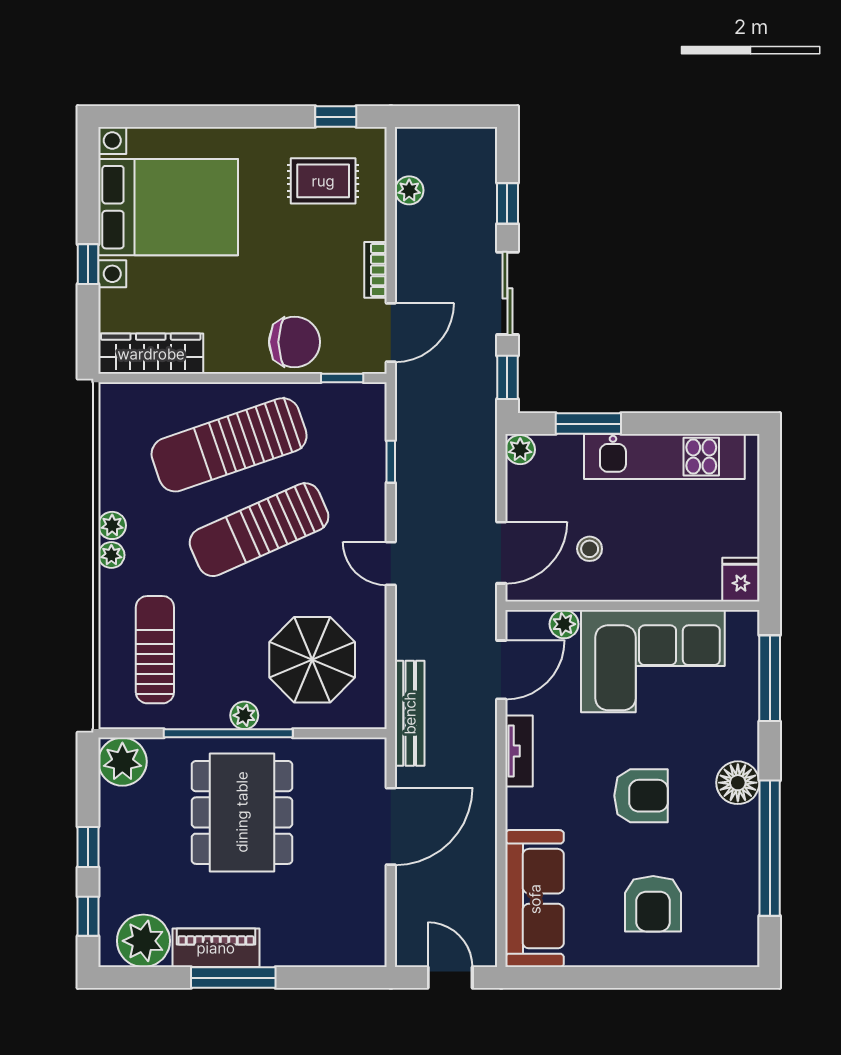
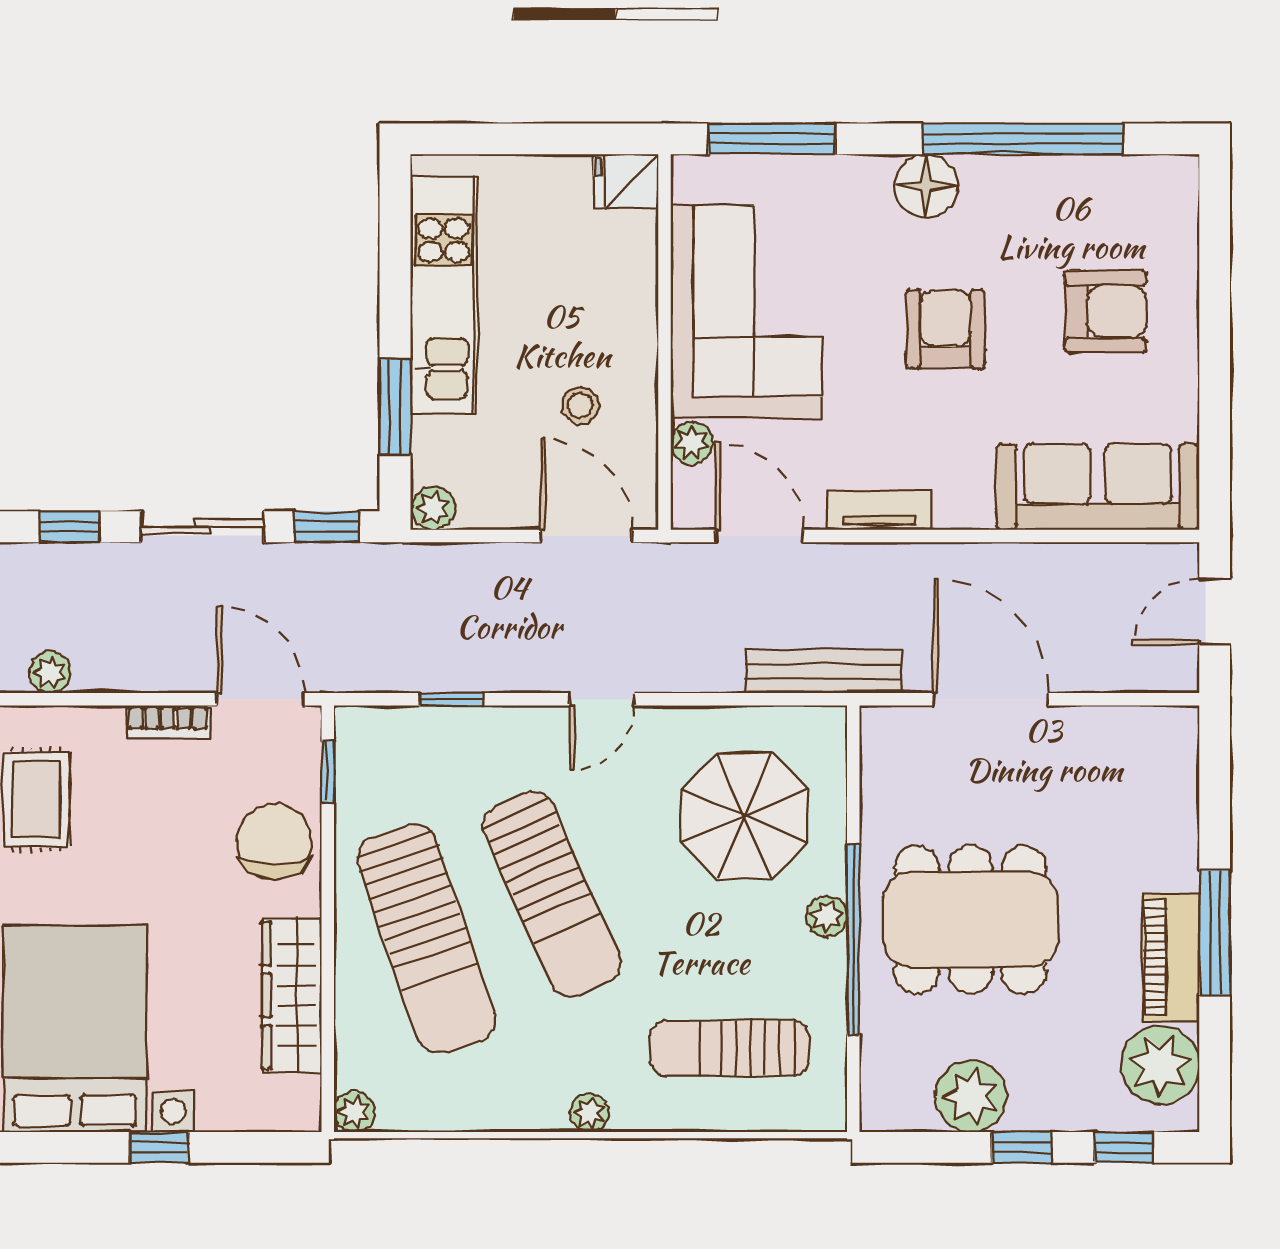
wardrobe: (151, 354) -> (292, 995), moved
plant: (112, 525) -> (354, 1112), moved
plant: (122, 762) -> (971, 1096), moved

